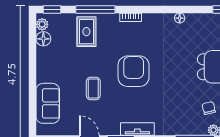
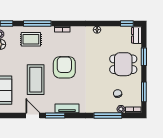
rug: (86, 32) -> (31, 39), turned 90
coffee table: (93, 88) -> (36, 80), width x1.86, depth x1.72

